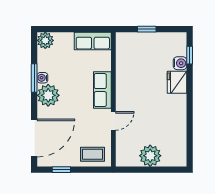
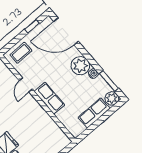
row of seats: (93, 41) -> (94, 113), moved
window: (34, 78) -> (109, 81), moved
door: (34, 138) -> (66, 31), hinge flipped

